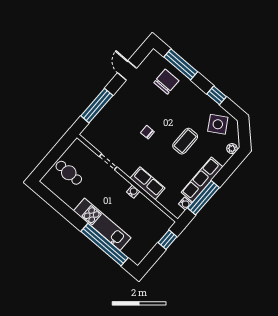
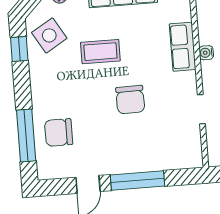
window: (217, 95) -> (19, 49), moved
window: (97, 106) -> (137, 181), moved
chair: (147, 132) -> (130, 100), width x1.87, depth x1.87

